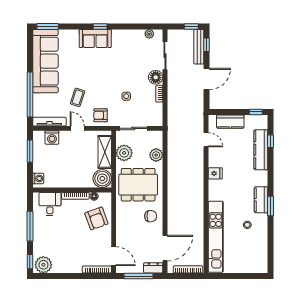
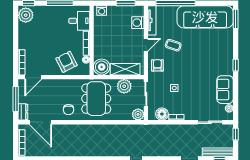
window: (191, 26) -> (236, 134), moved
sofa: (95, 38) -> (225, 90), moved
floor lamp: (156, 77) -> (162, 114), moved
plant: (156, 155) -> (138, 114), moved
armchair: (96, 218) -> (66, 62), turned 83

